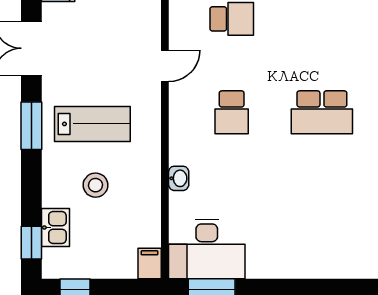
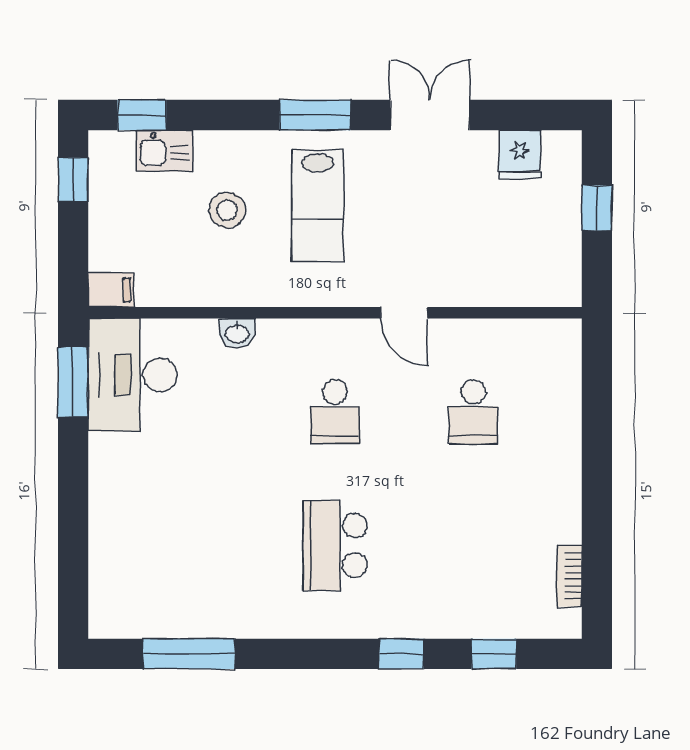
school desk: (232, 112) -> (335, 412), turned -90

